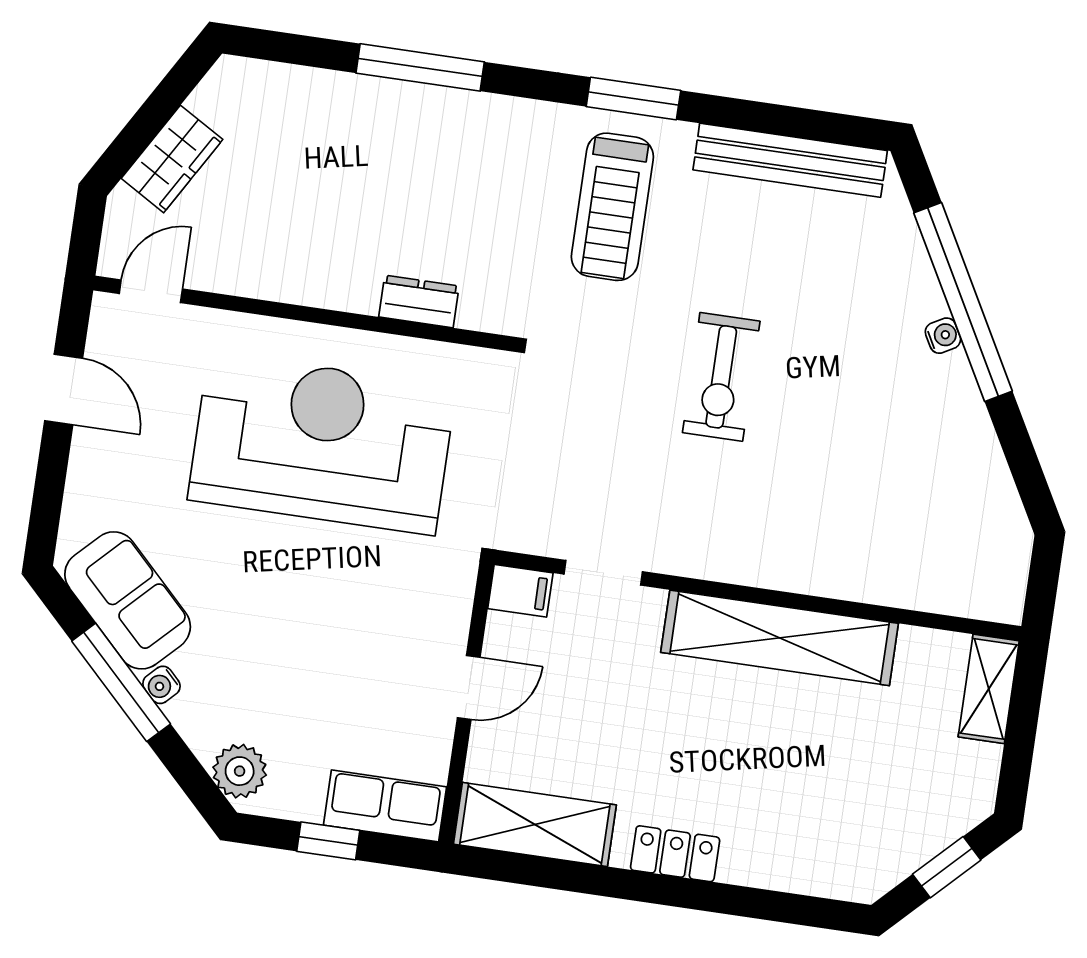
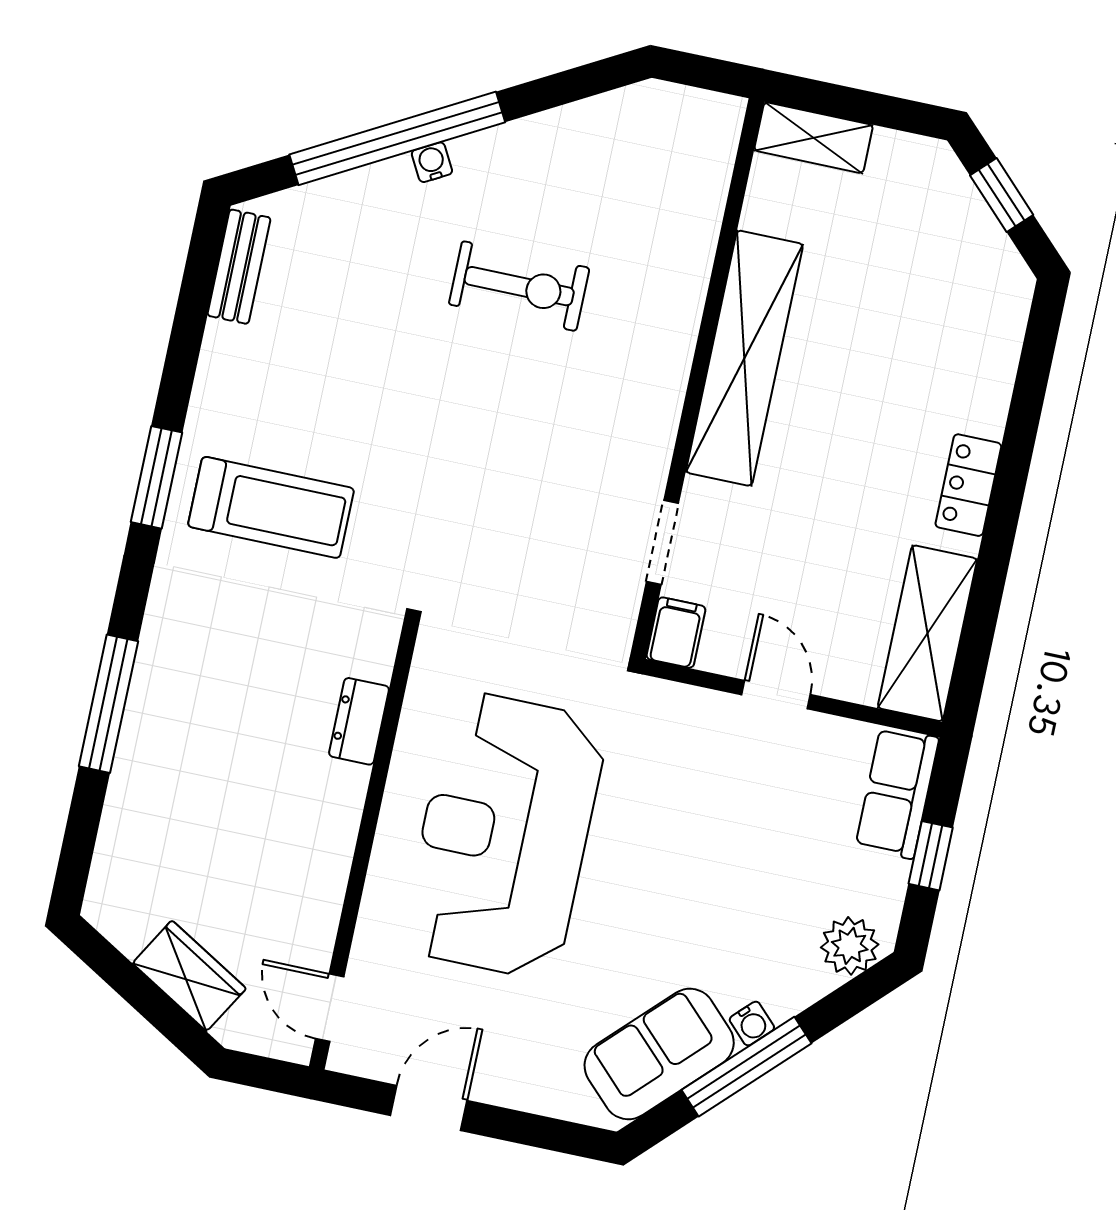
bench: (790, 160) -> (239, 267), width x0.54, depth x0.82
exercise bike: (721, 377) -> (519, 286), moved

